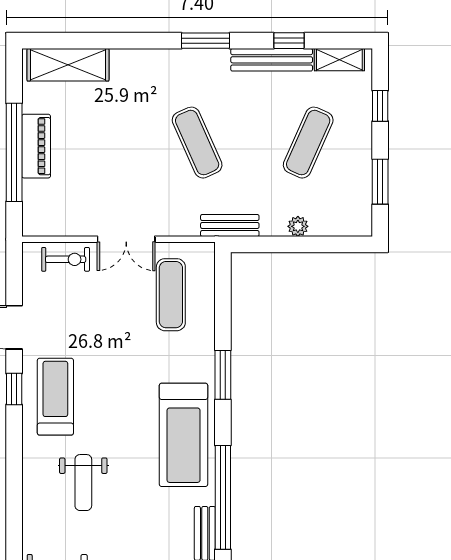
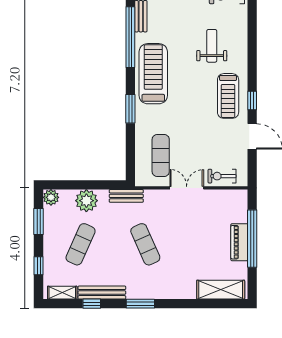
plant: (359, 223) -> (51, 197), added
plant: (298, 226) -> (86, 201), width x1.87, depth x1.87

